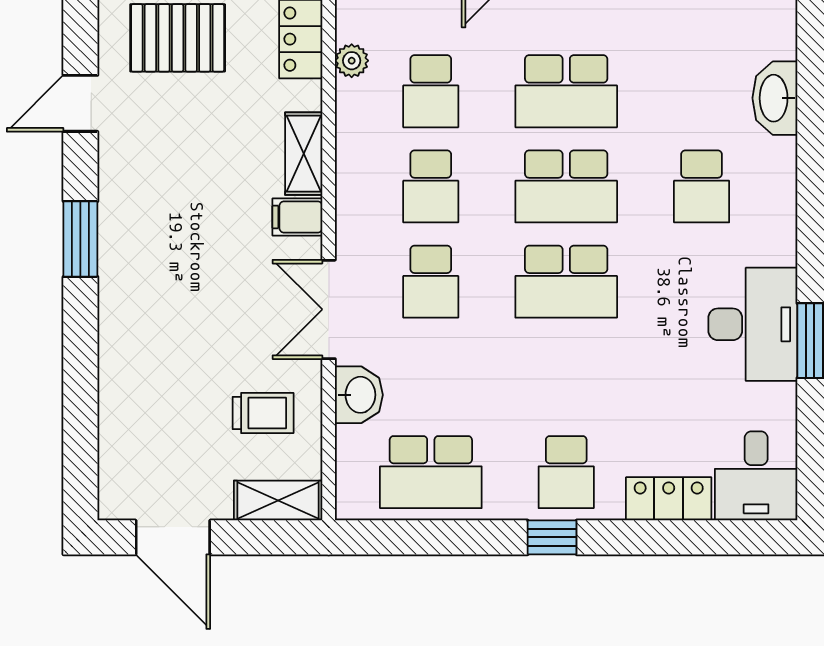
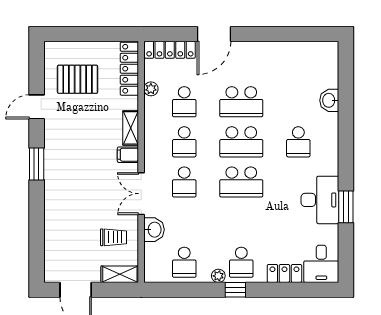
washbasin: (775, 98) -> (329, 100), width x0.72
school desk: (431, 472) -> (184, 262), width x0.54
plant: (512, 504) -> (218, 276), added

